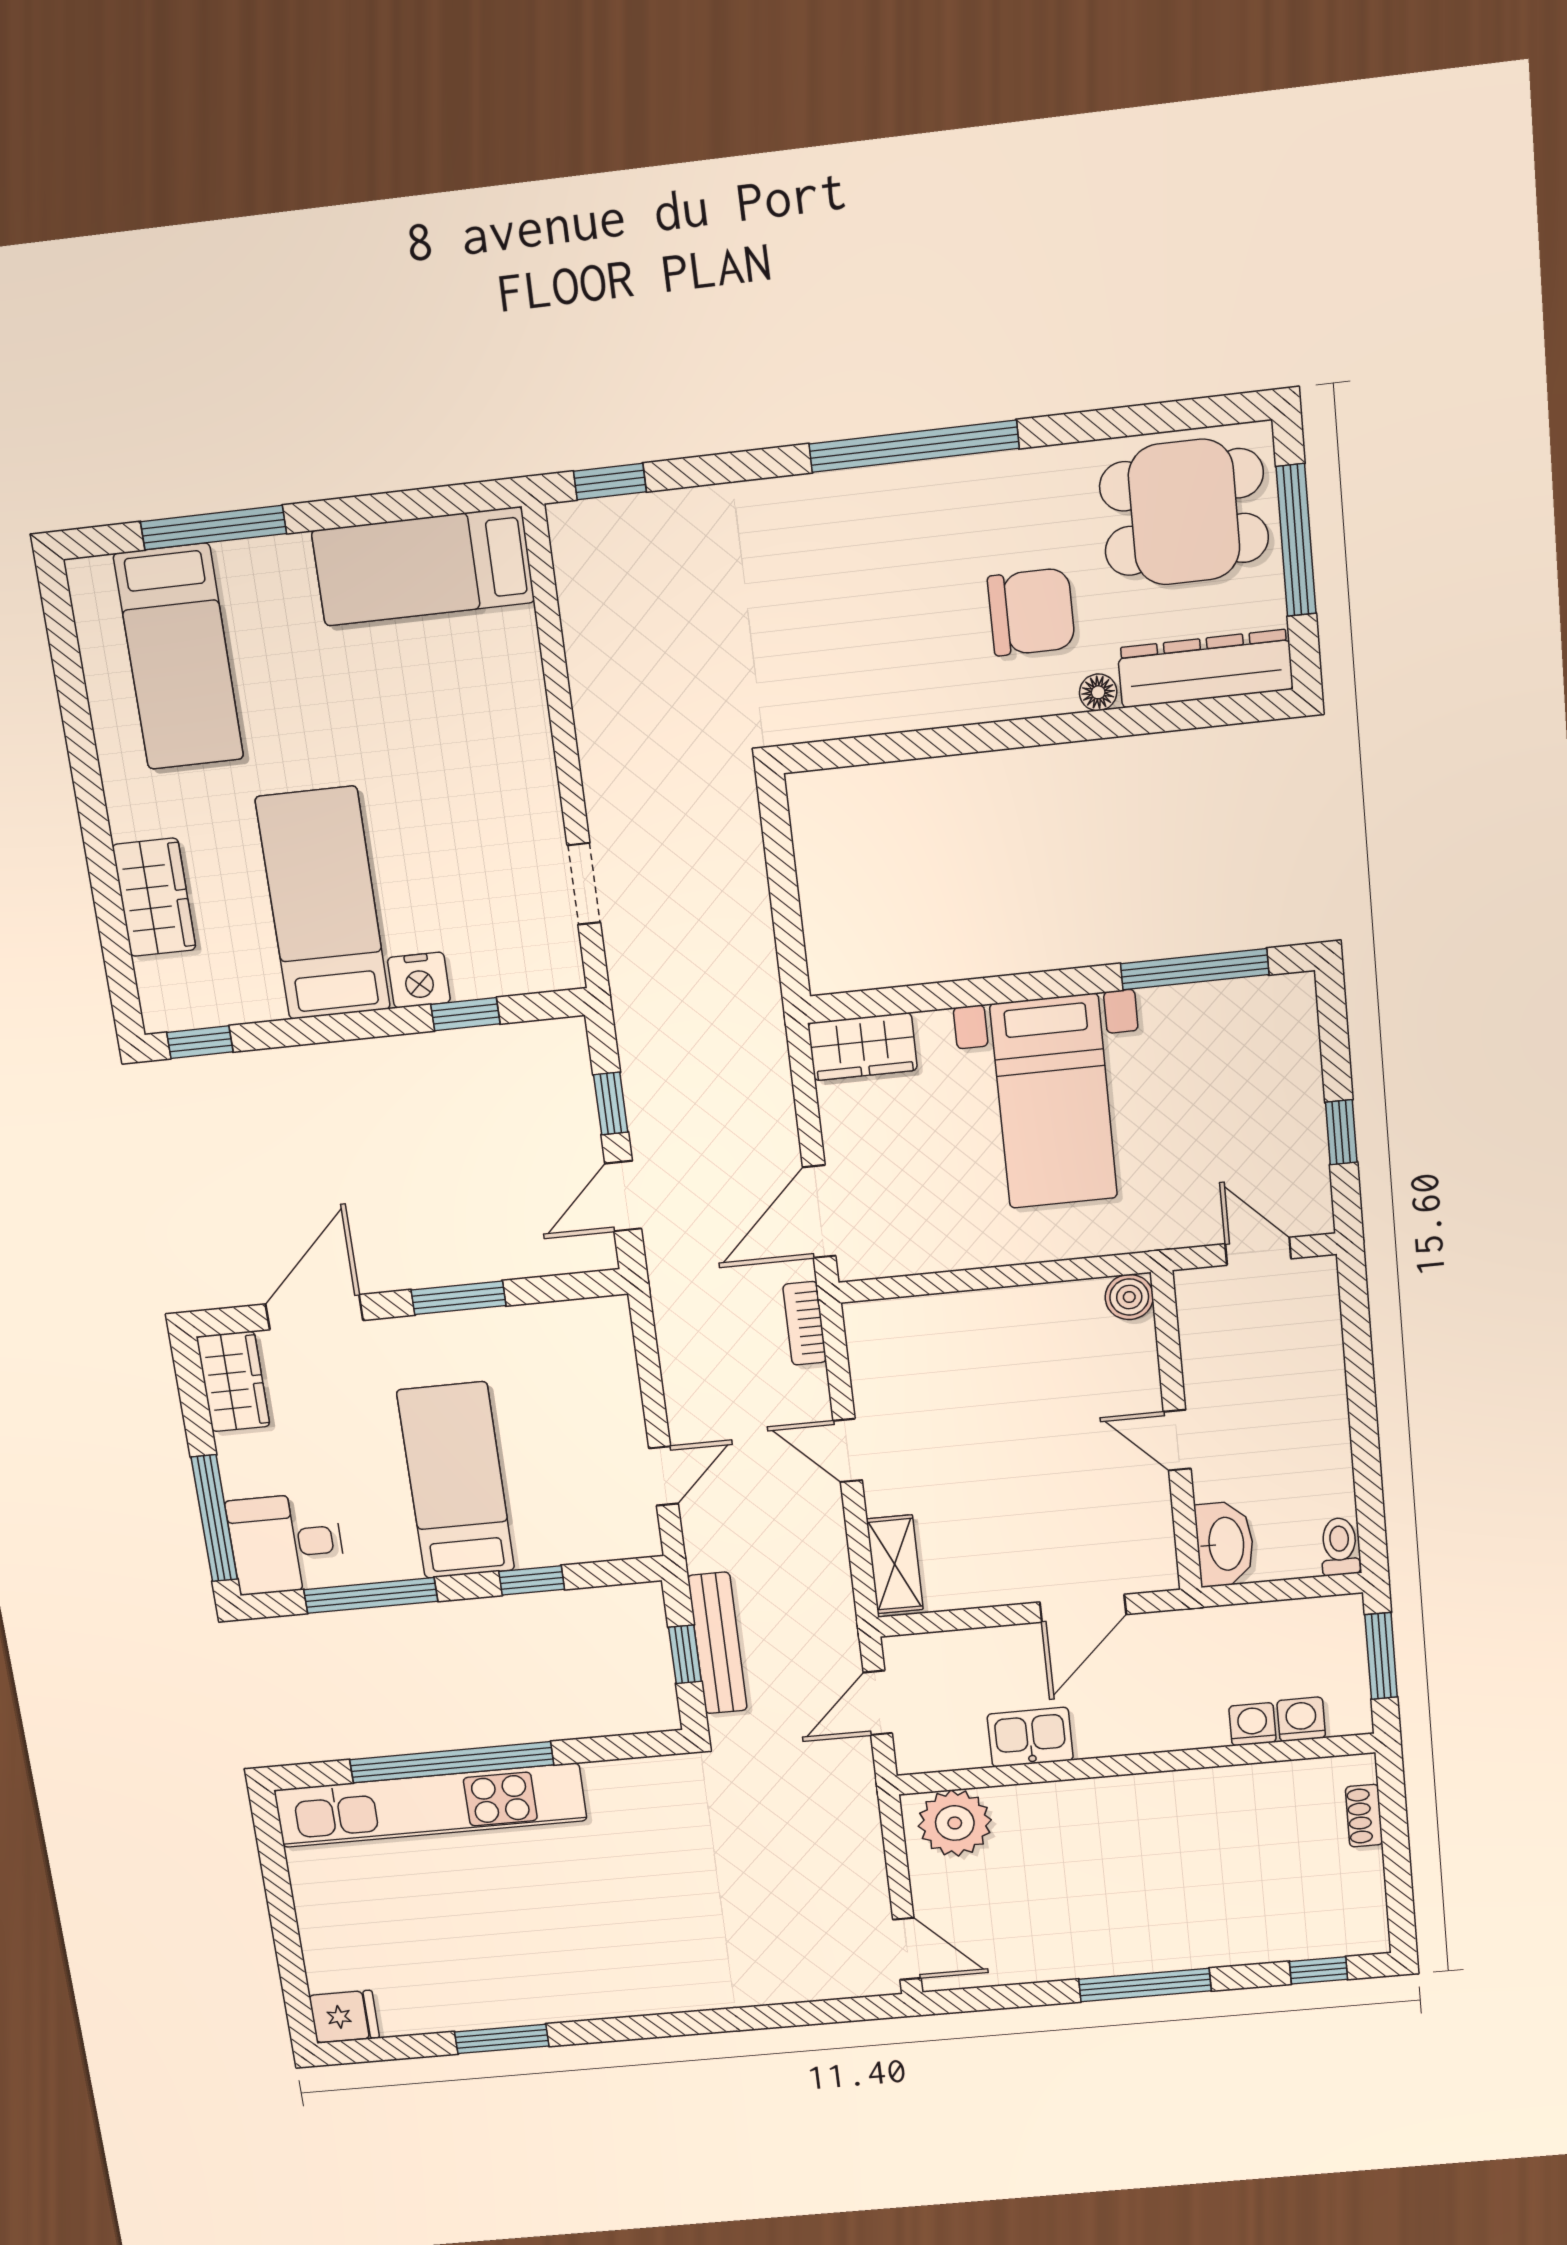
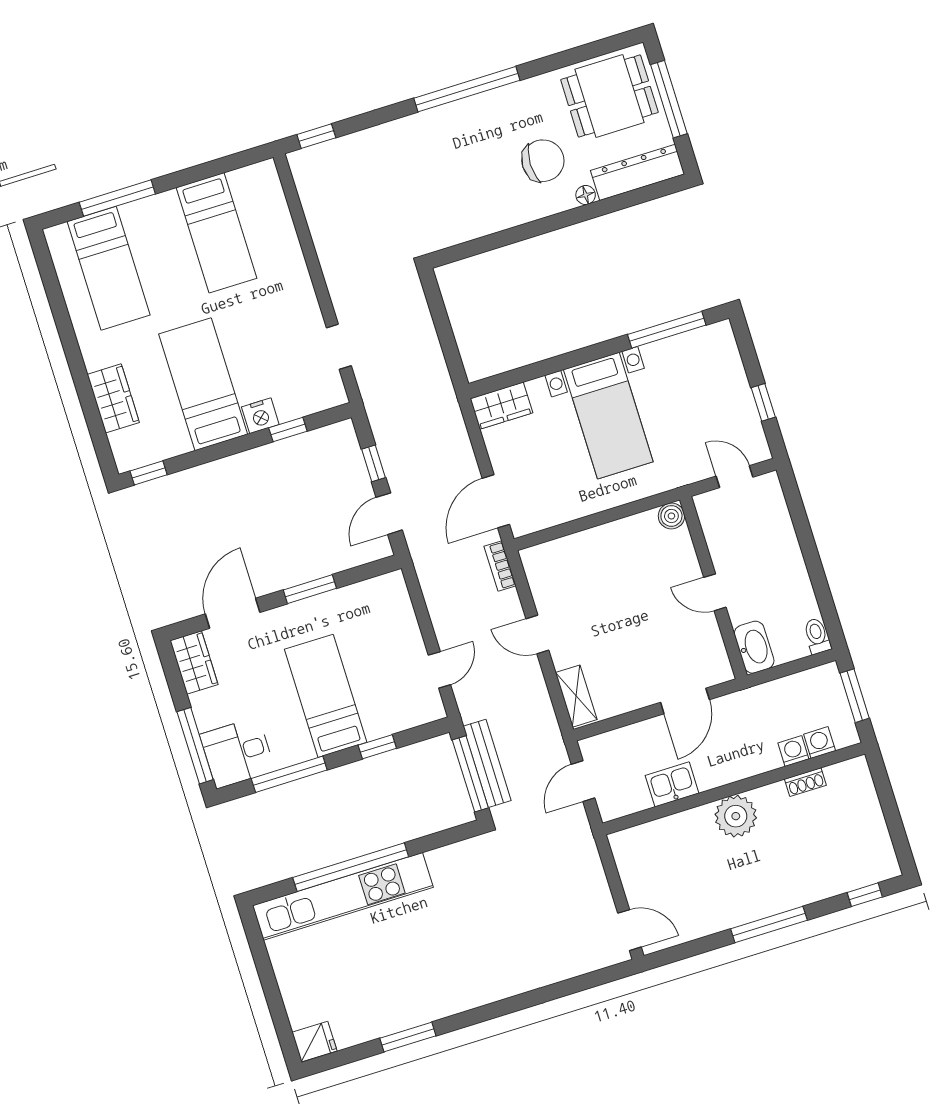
bed: (423, 567) -> (217, 233), moved, turned -90
window: (685, 1654) -> (470, 774), width x2.17
shoe rack: (1364, 1816) -> (805, 782), moved, turned -90
plant: (955, 1823) -> (736, 816), moved

